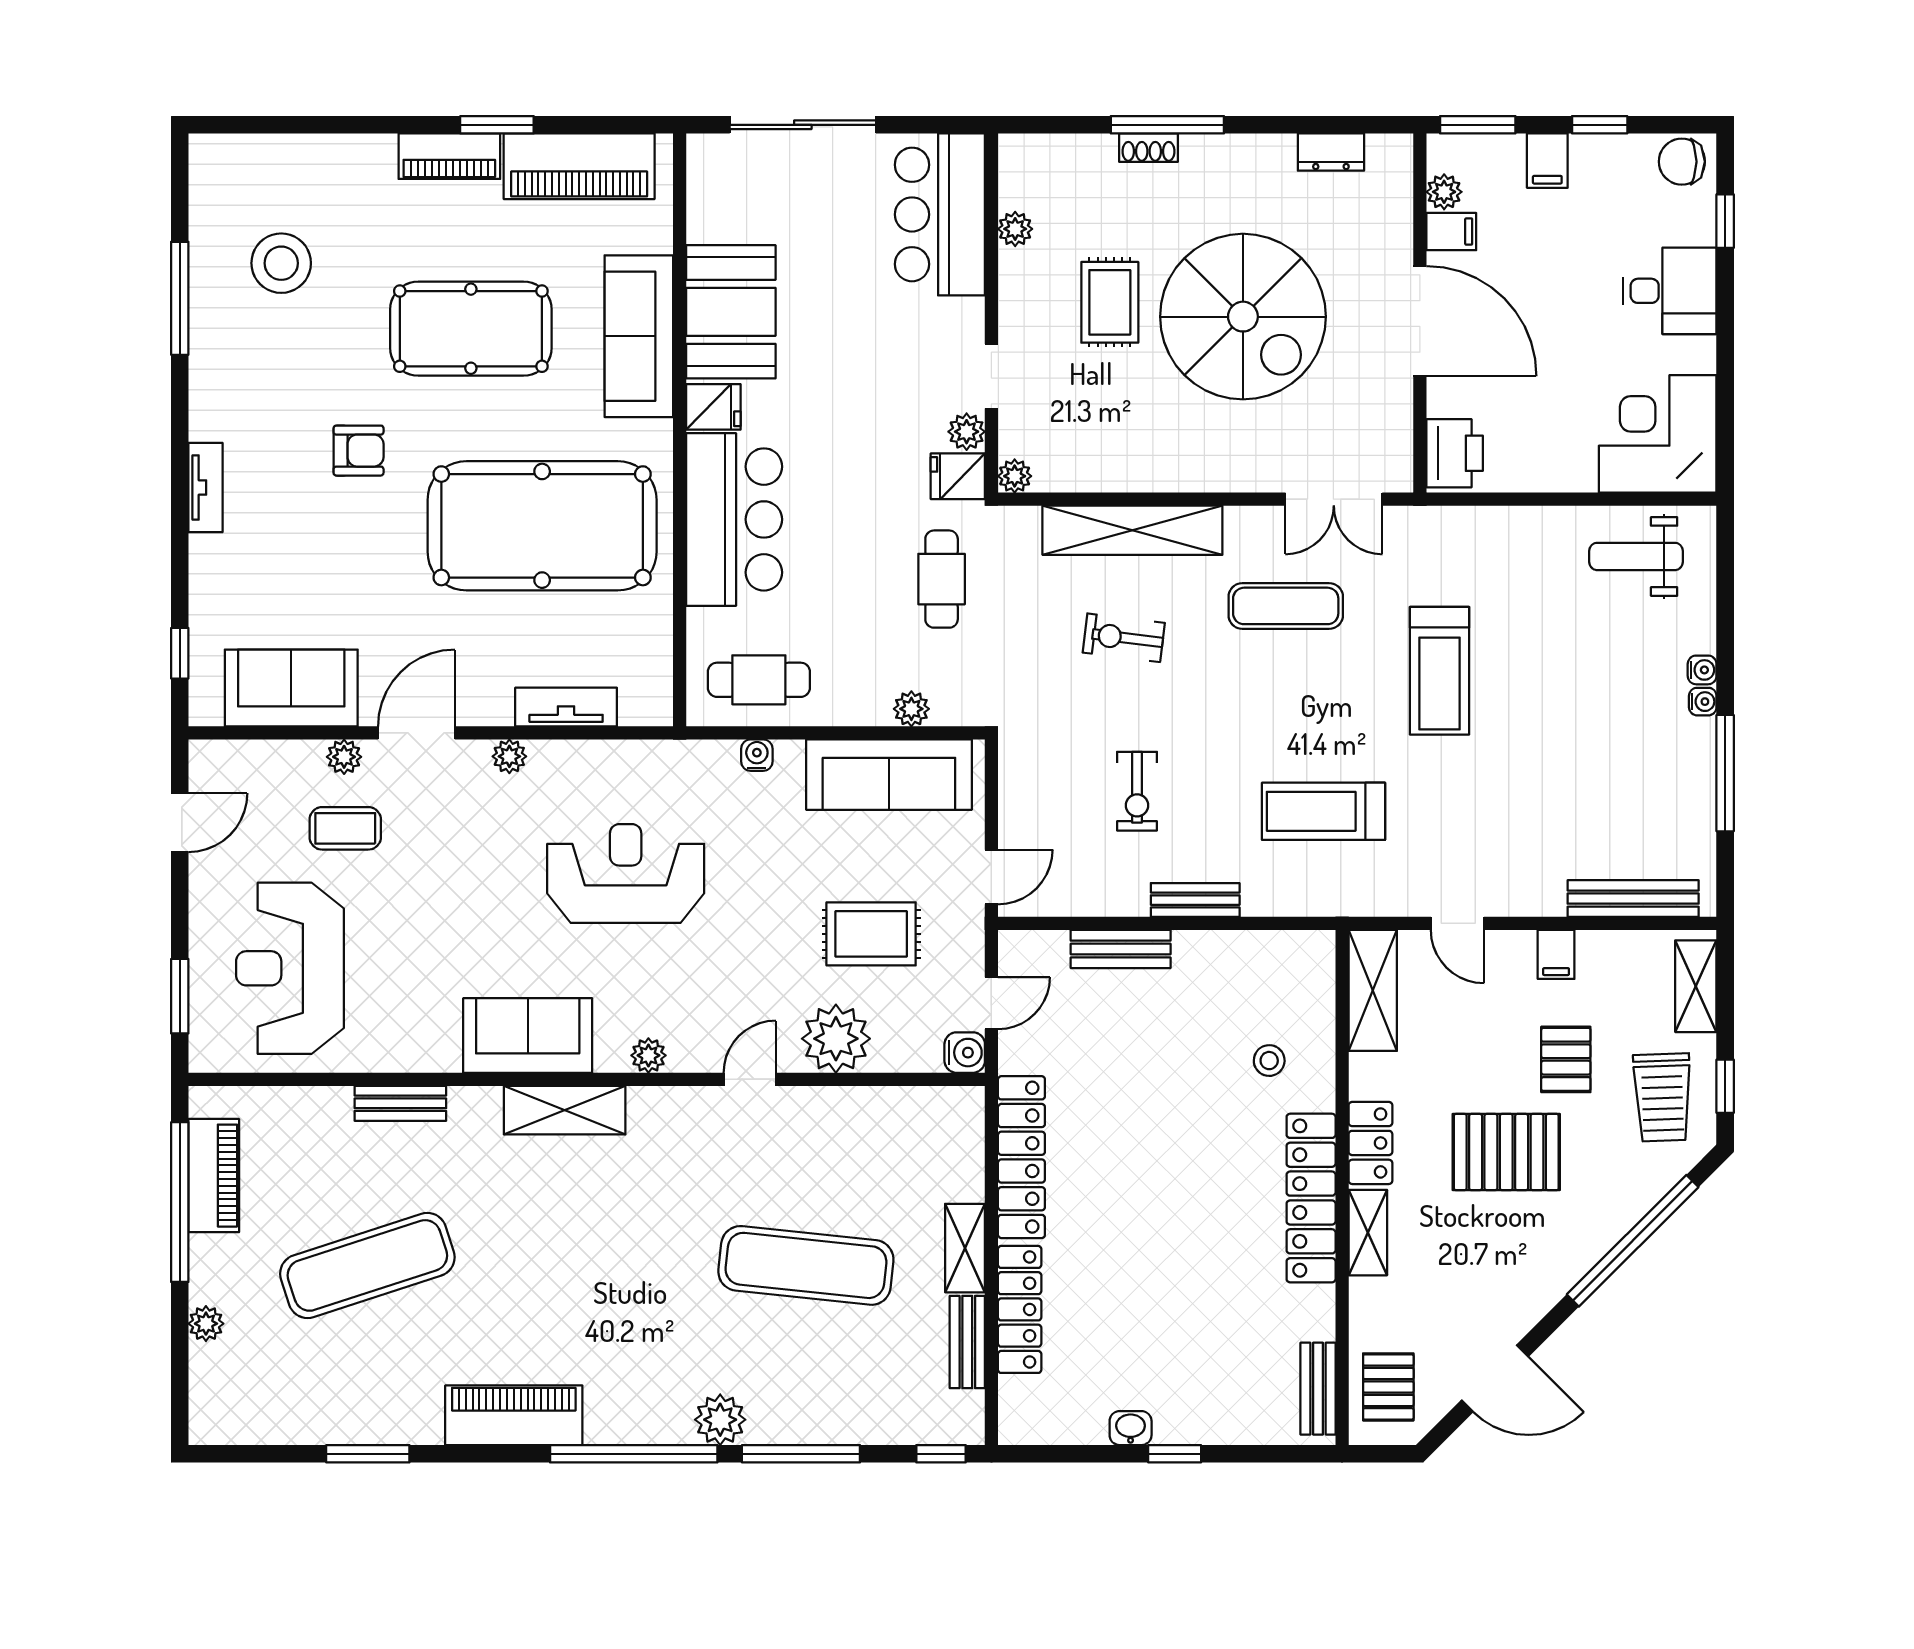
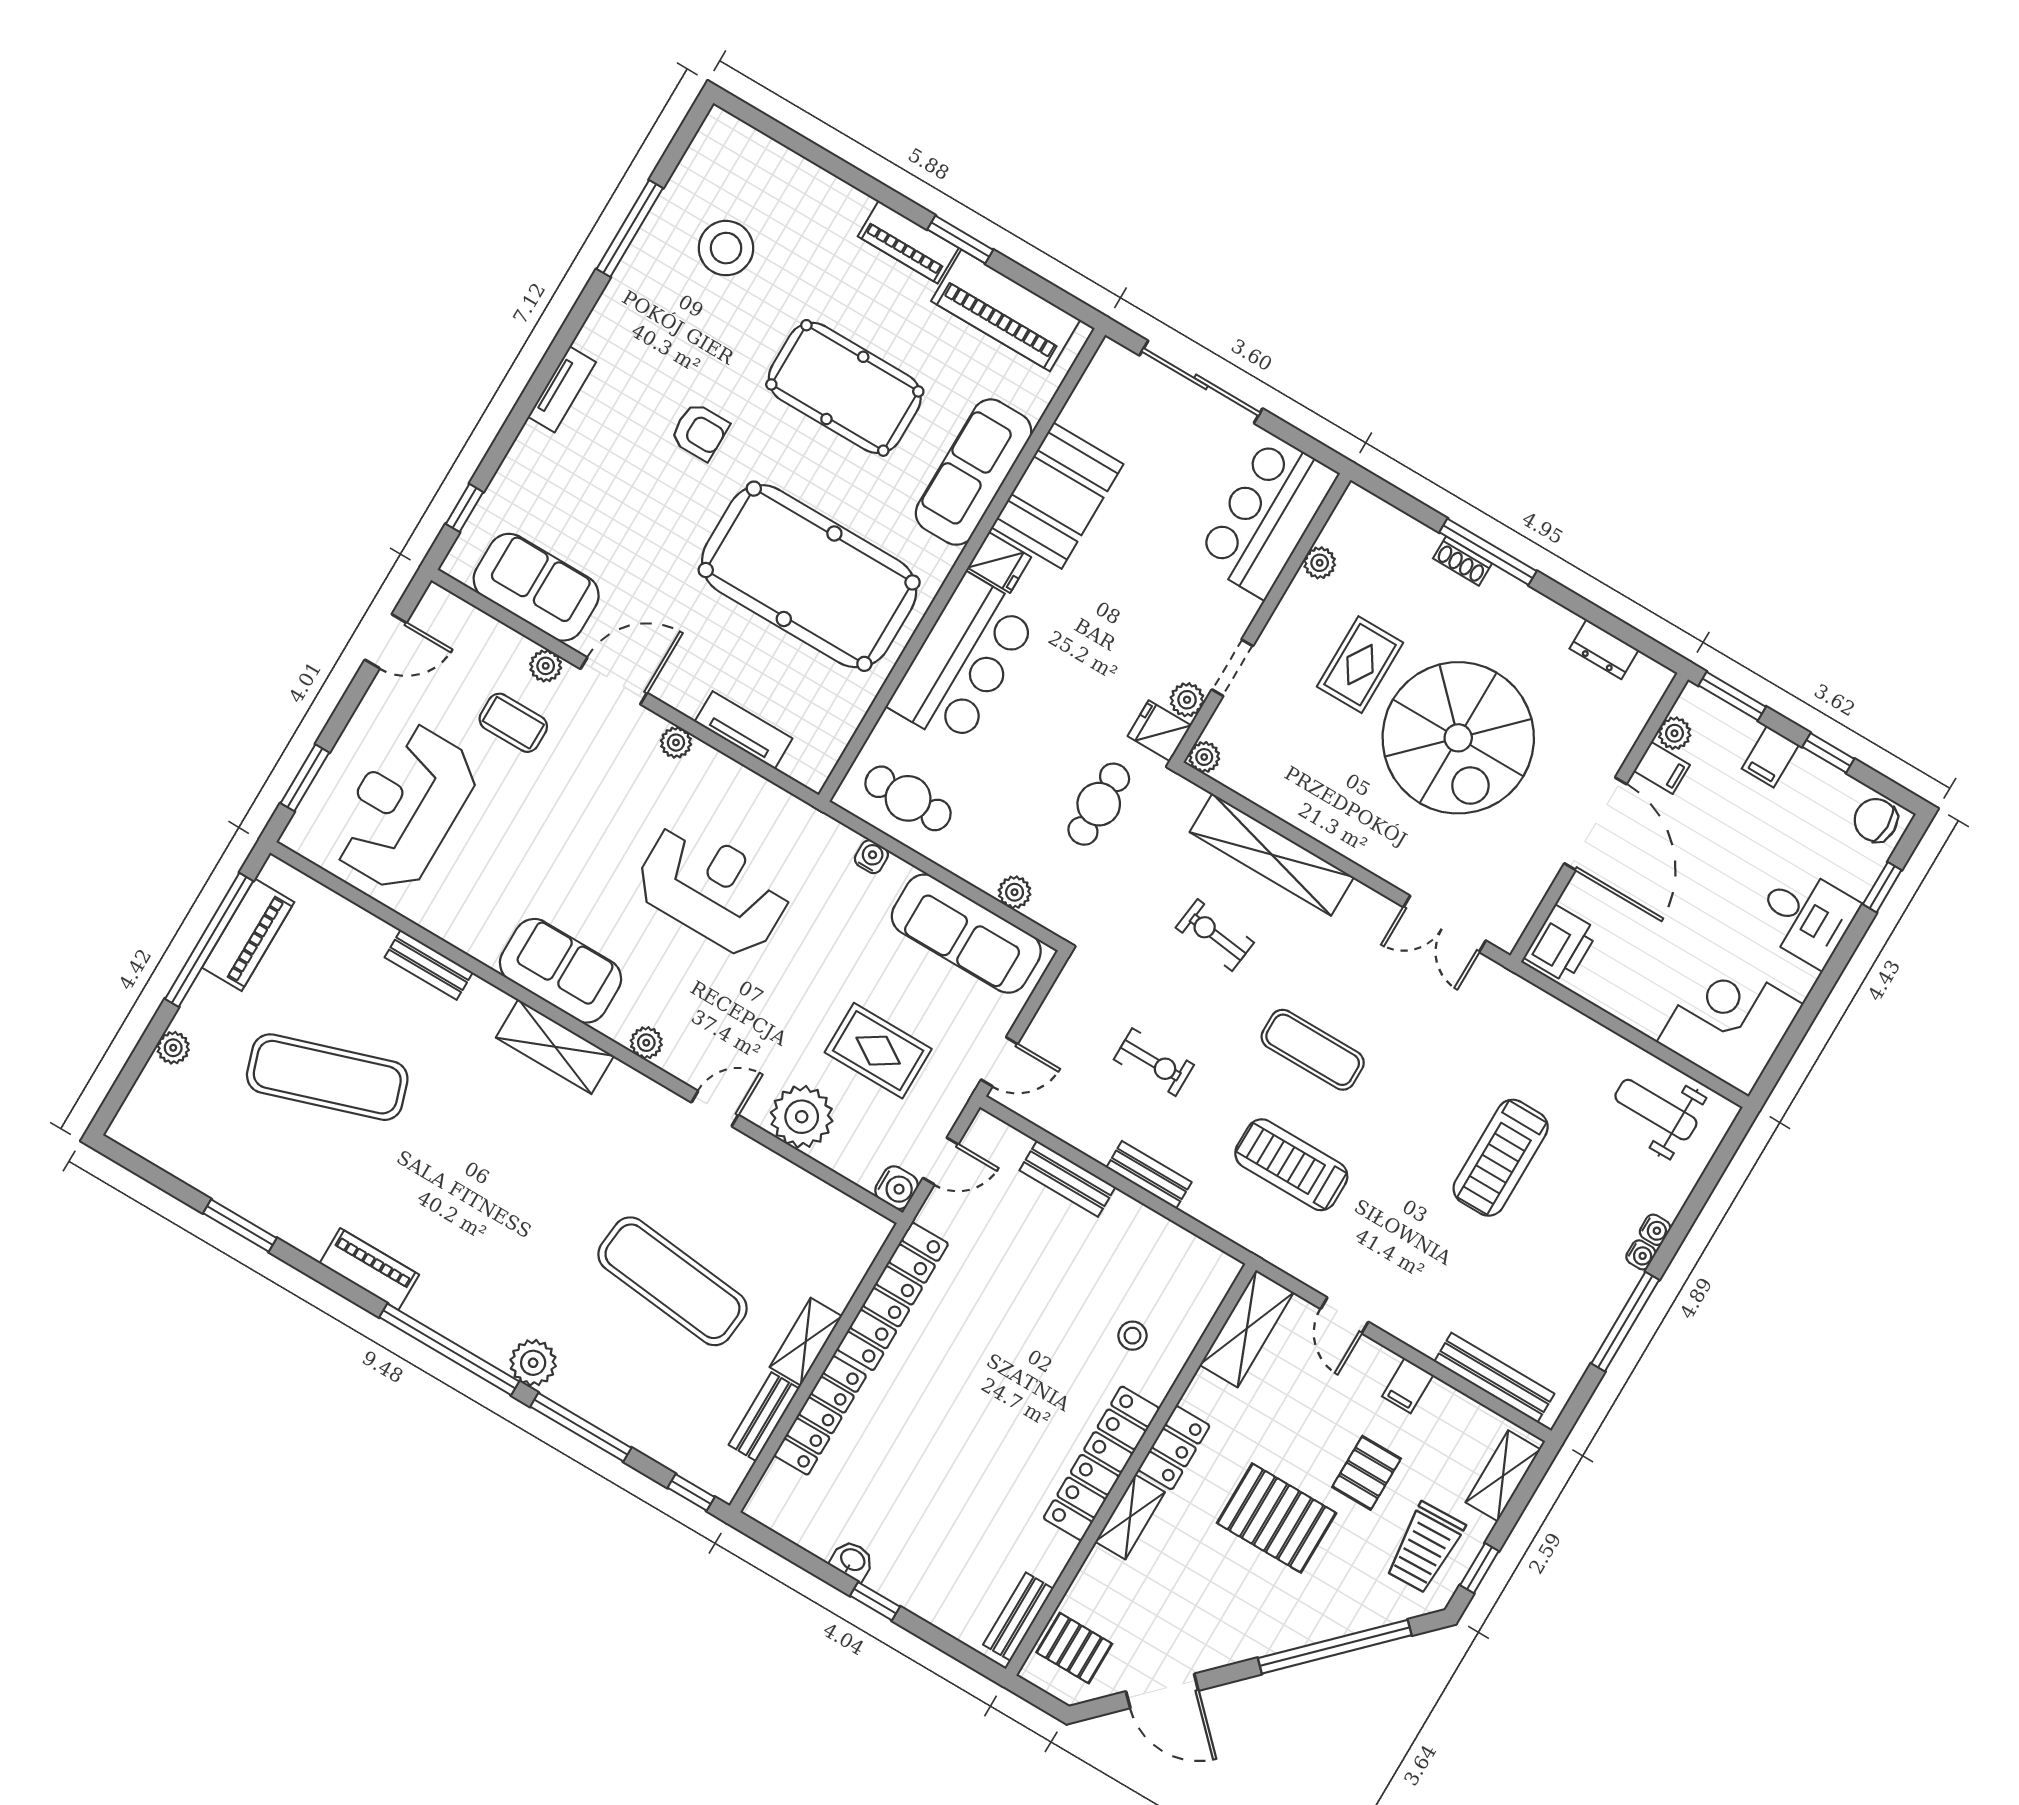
exercise mat: (1286, 606) -> (1313, 1050), moved
treadmill: (1439, 671) -> (1501, 1158), moved
exercise bike: (1137, 791) -> (1154, 1062), turned -90
pallet: (1388, 1387) -> (1074, 1648), turned 90
piano: (514, 1415) -> (369, 1269), width x0.73, depth x0.75

